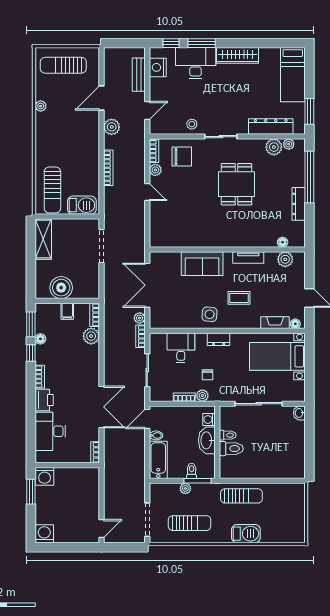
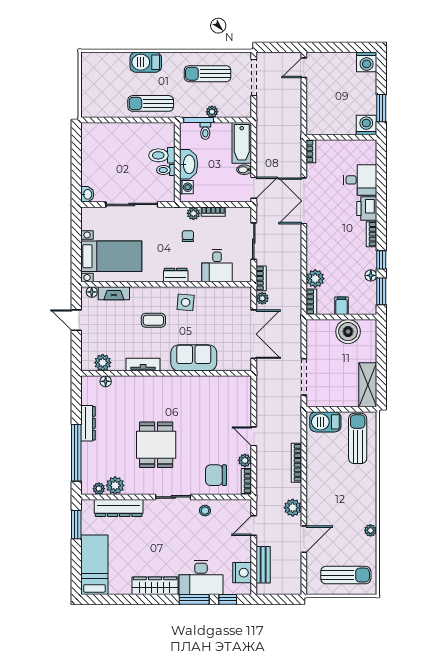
desk: (50, 431) -> (360, 180), width x0.73

